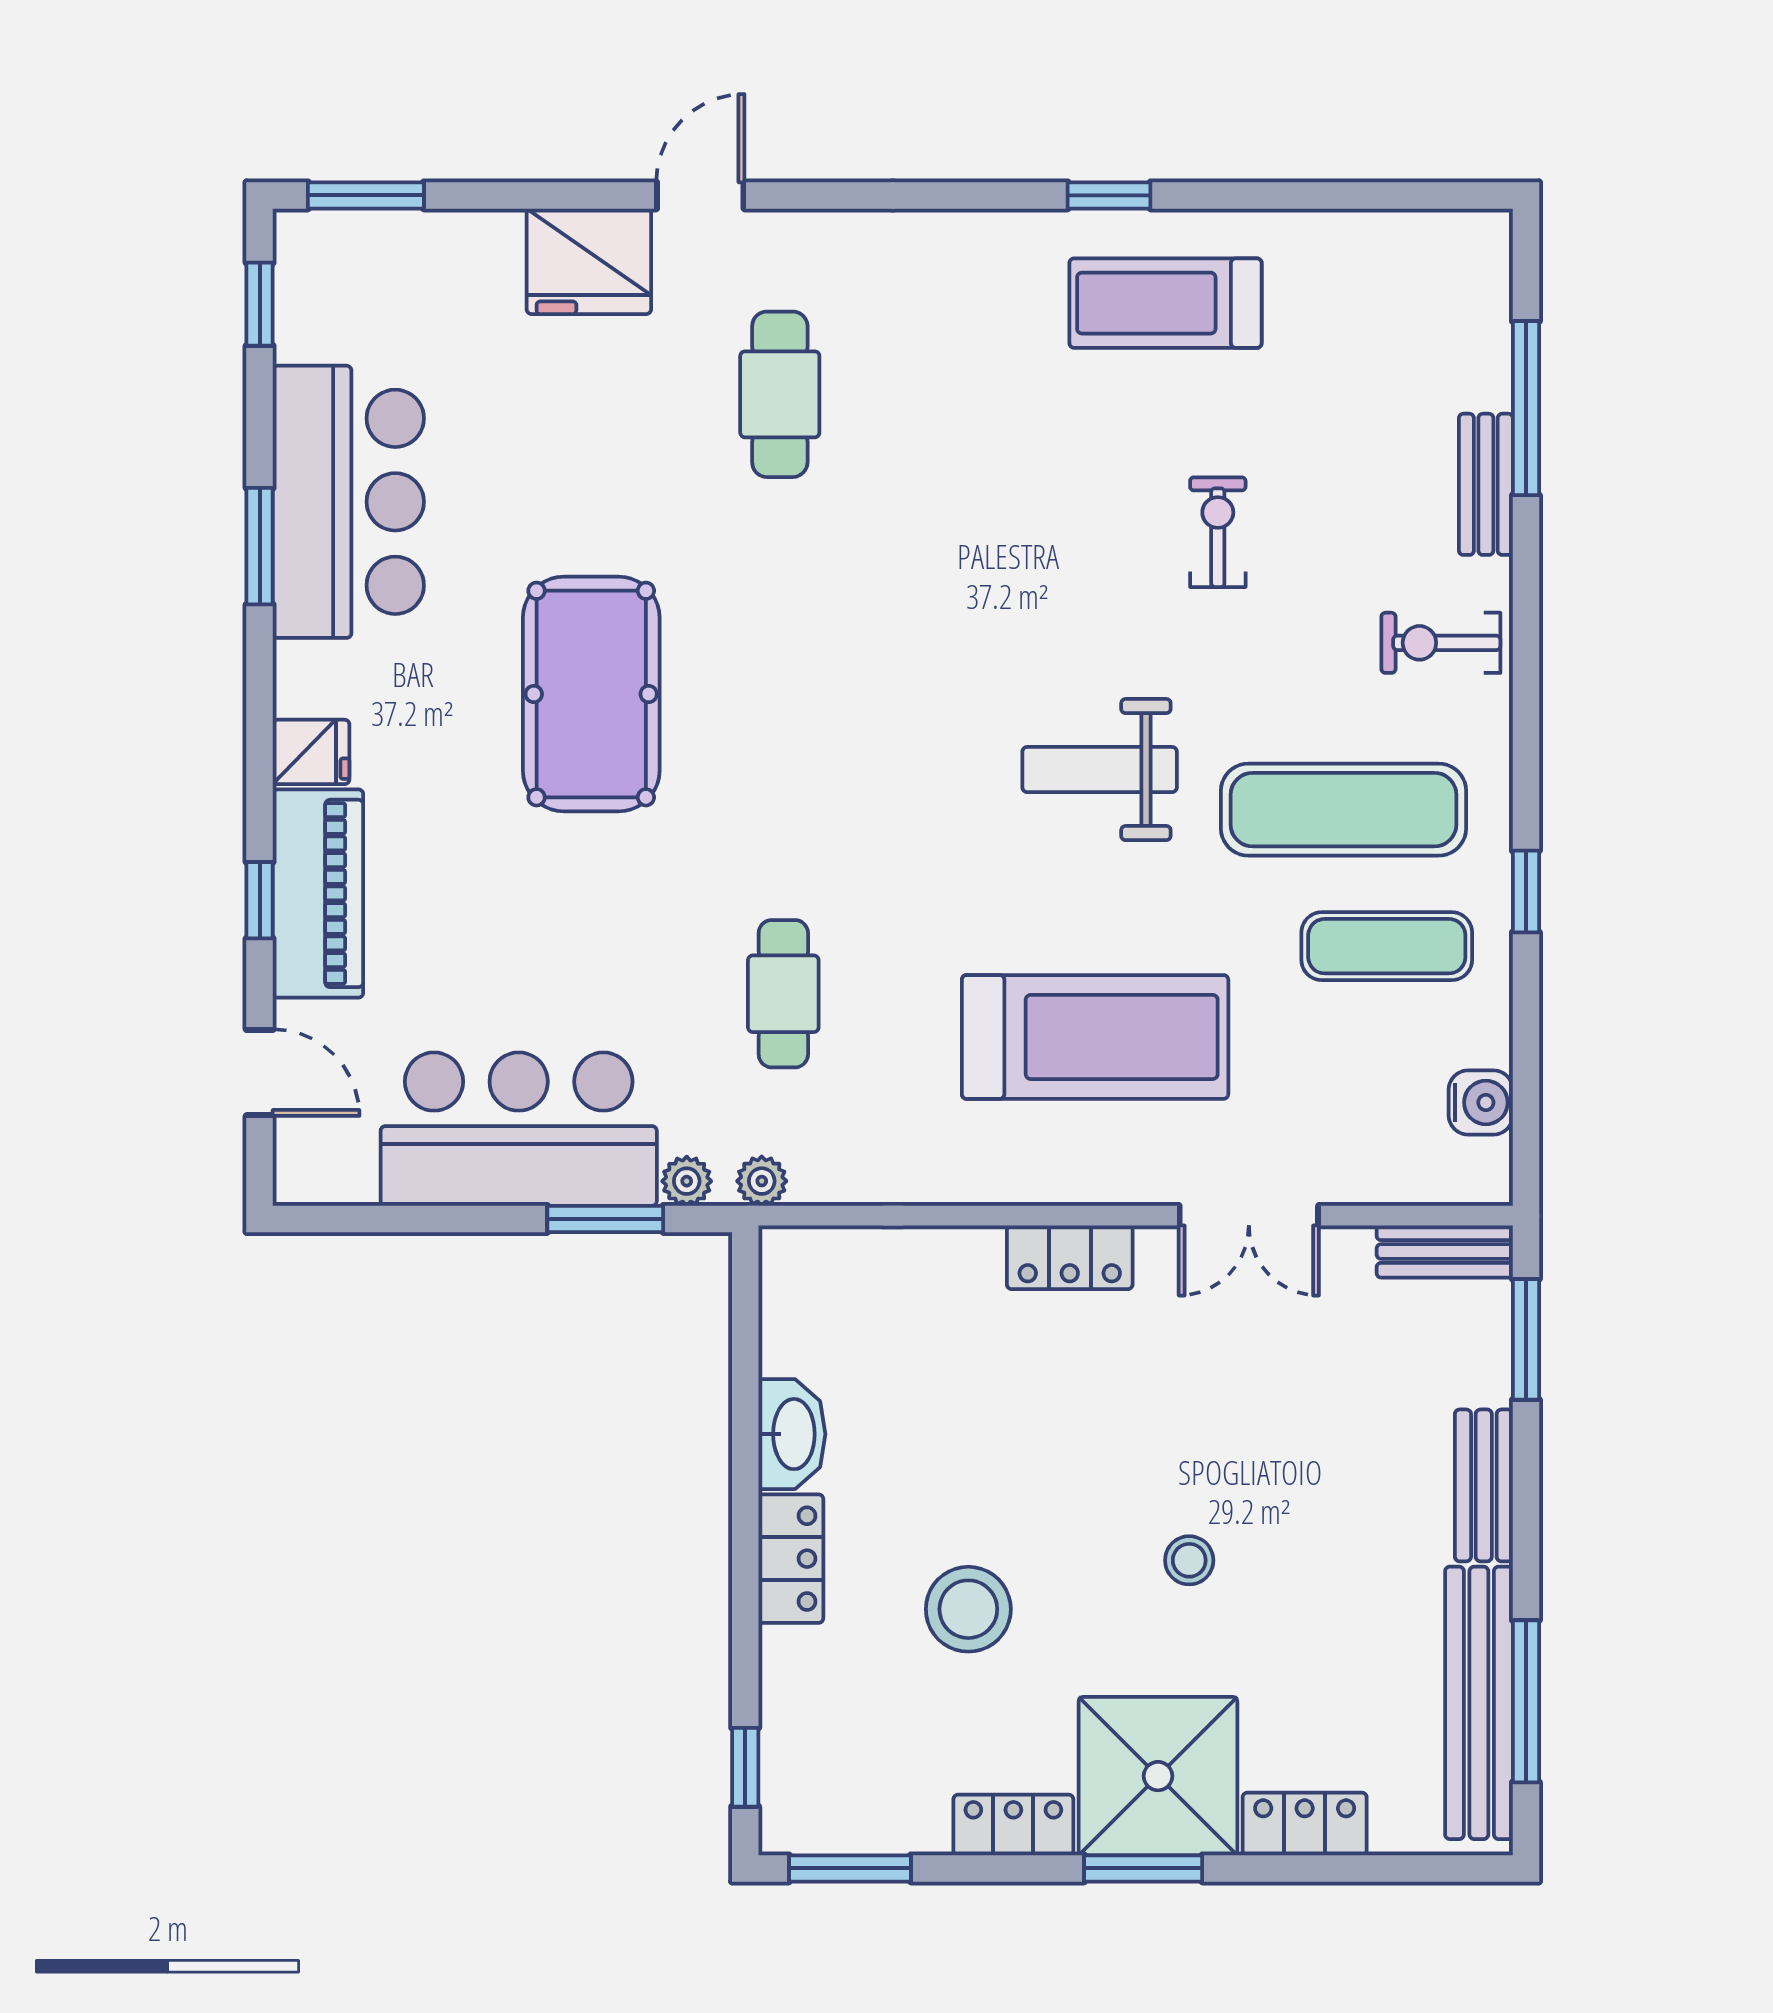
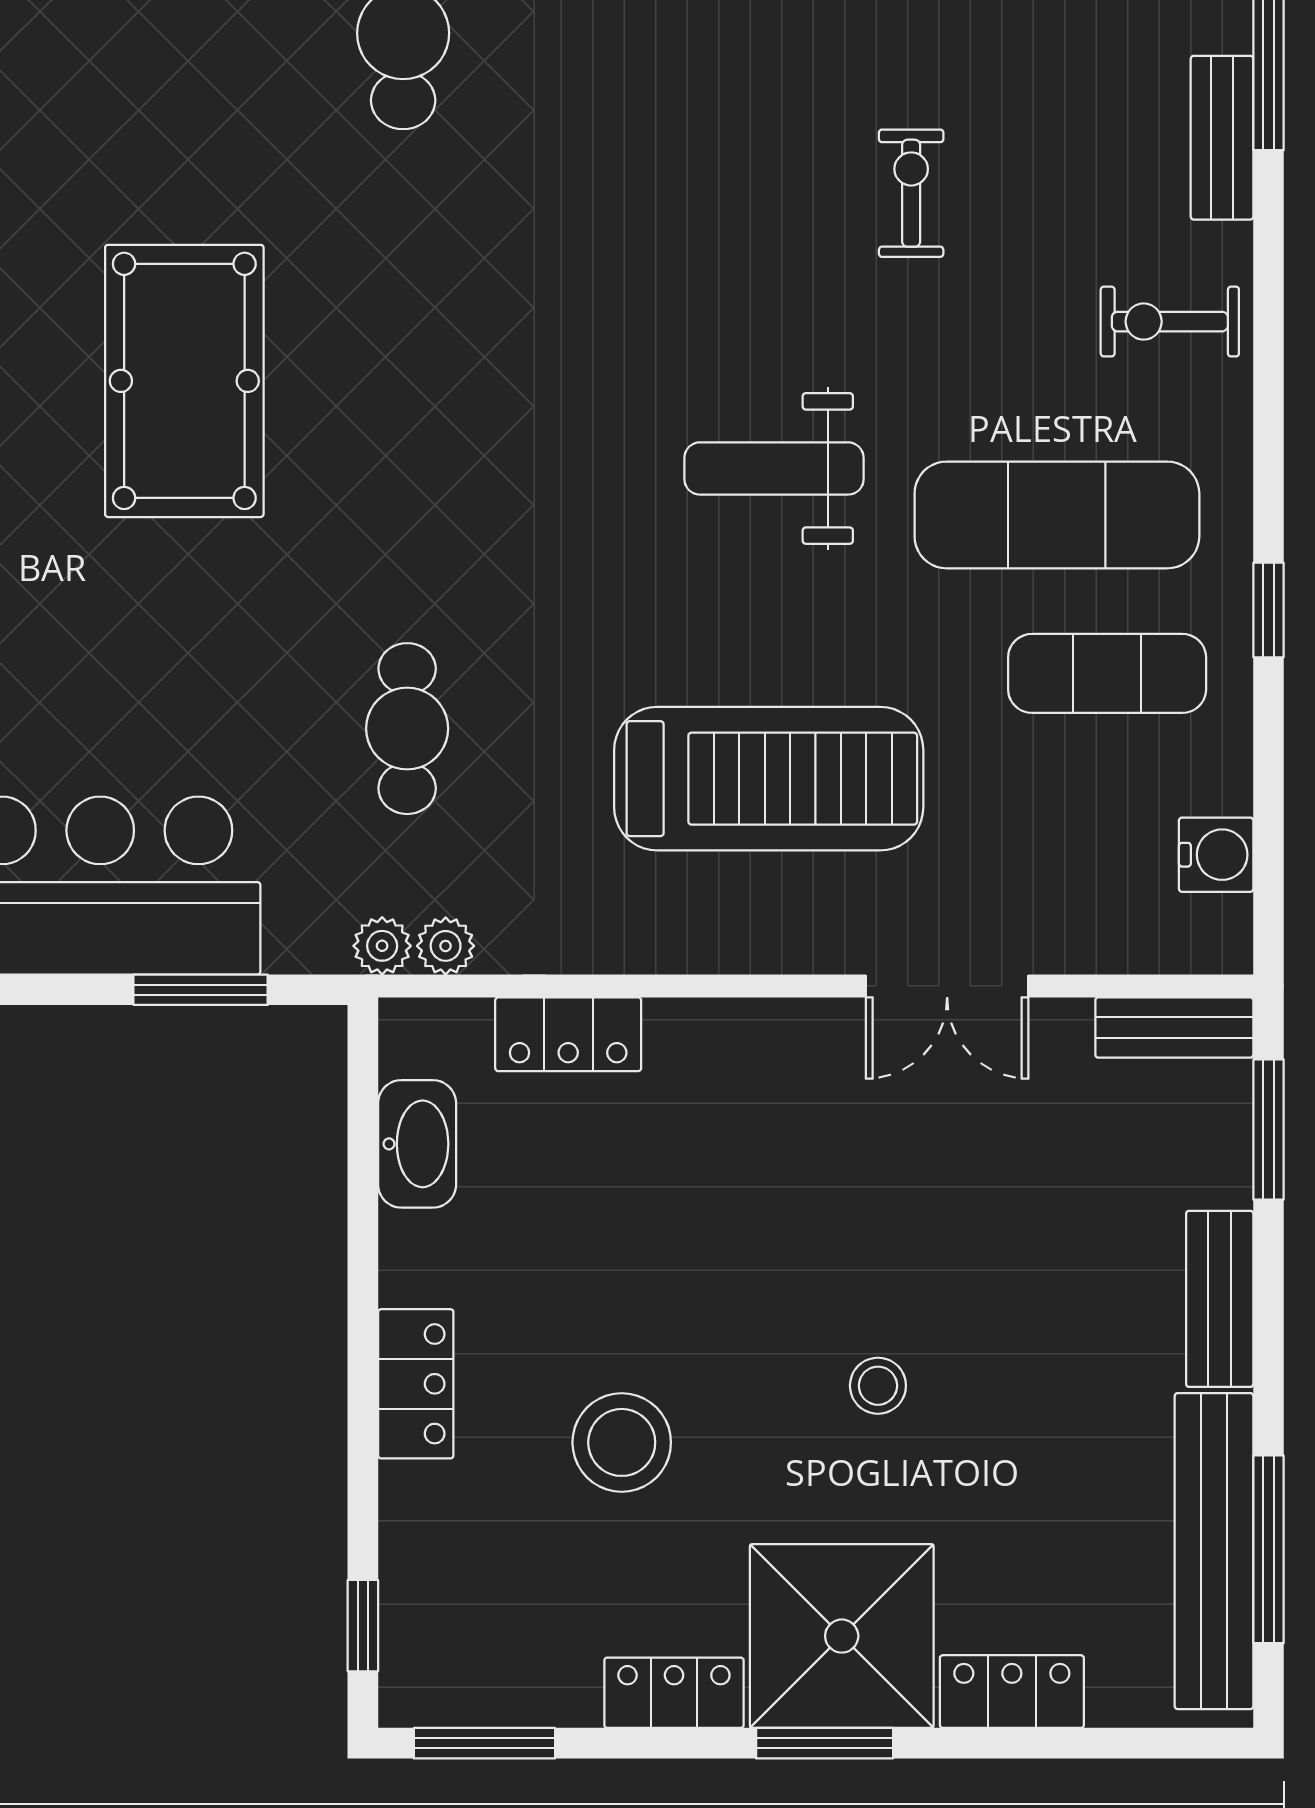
plant: (687, 1181) -> (446, 946), moved
locker: (1070, 1257) -> (568, 1034), moved
washbasin: (792, 1434) -> (417, 1144), moved

